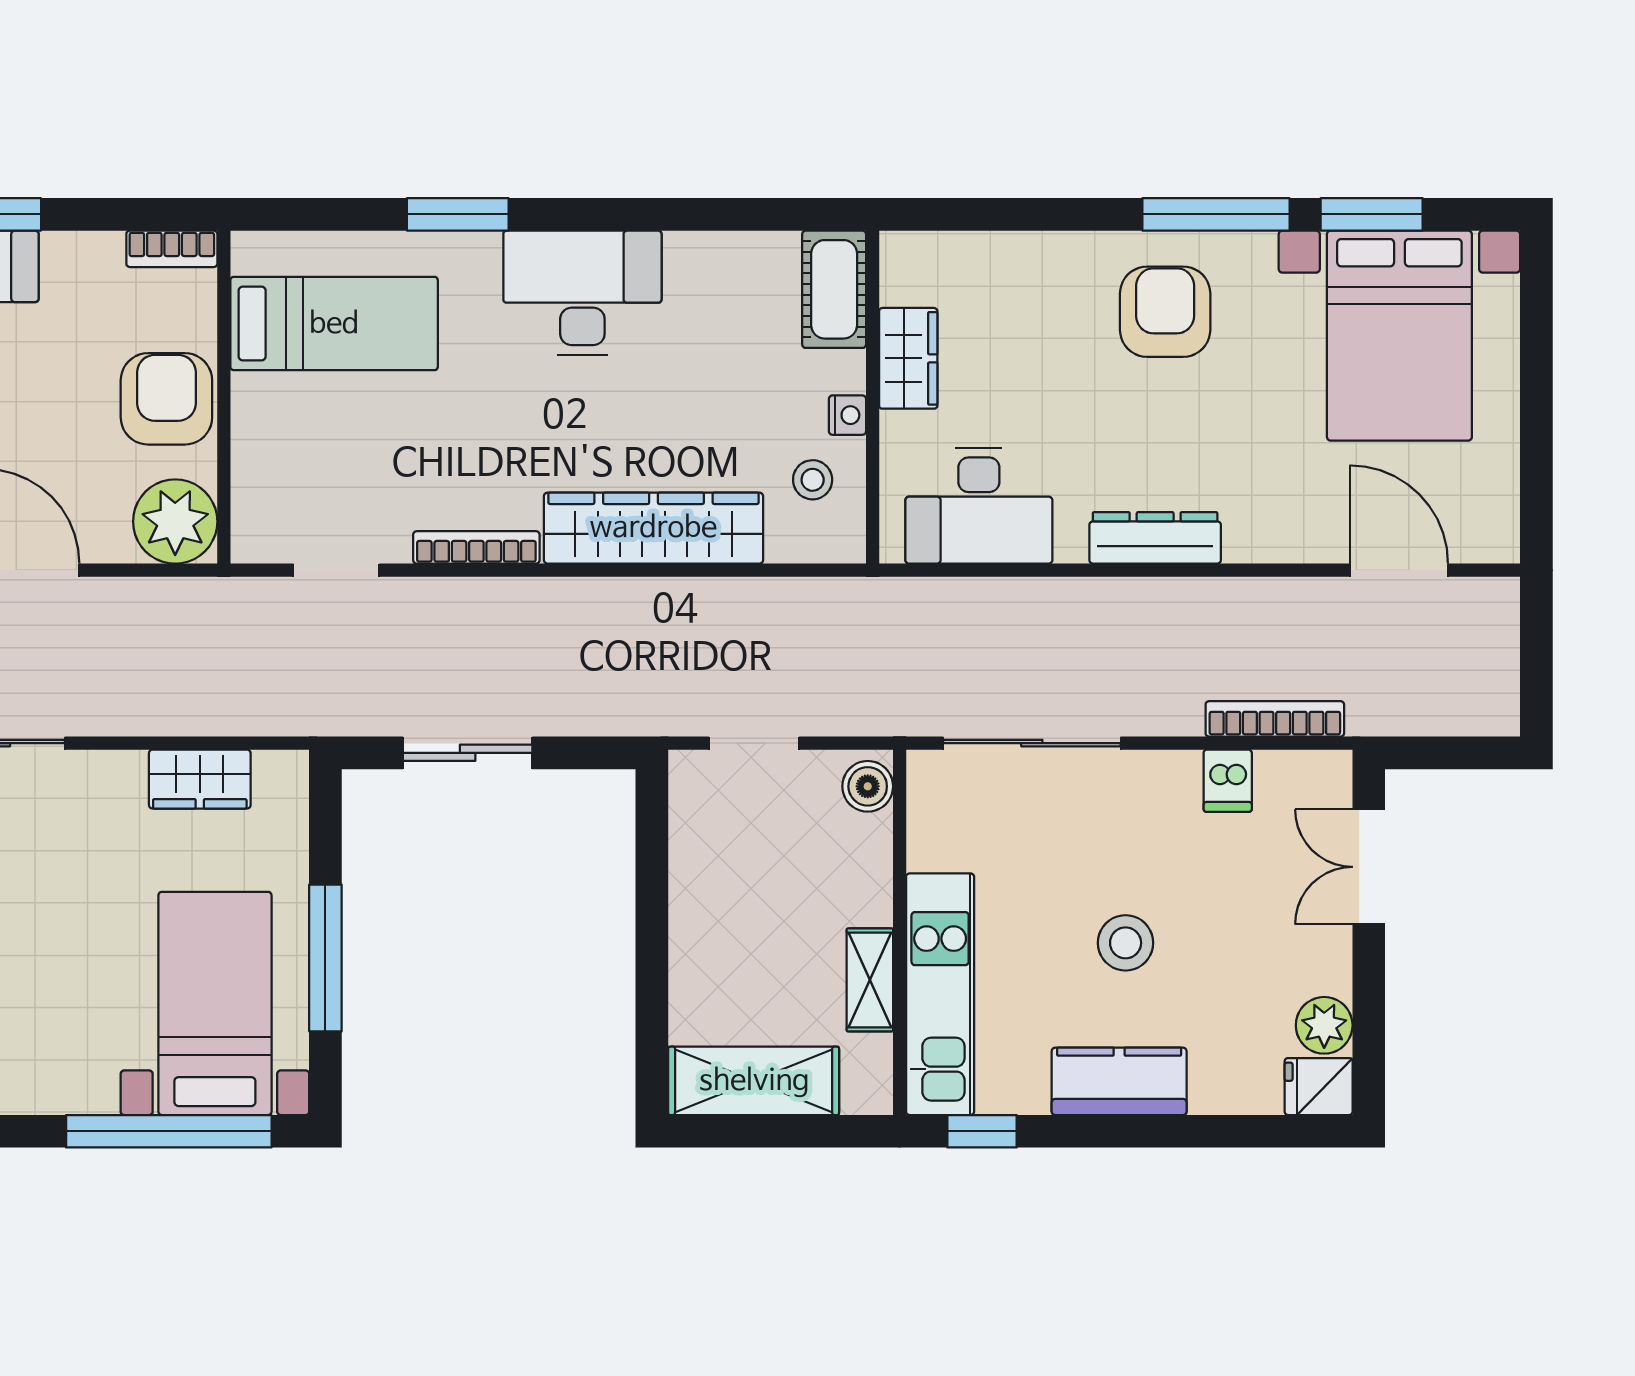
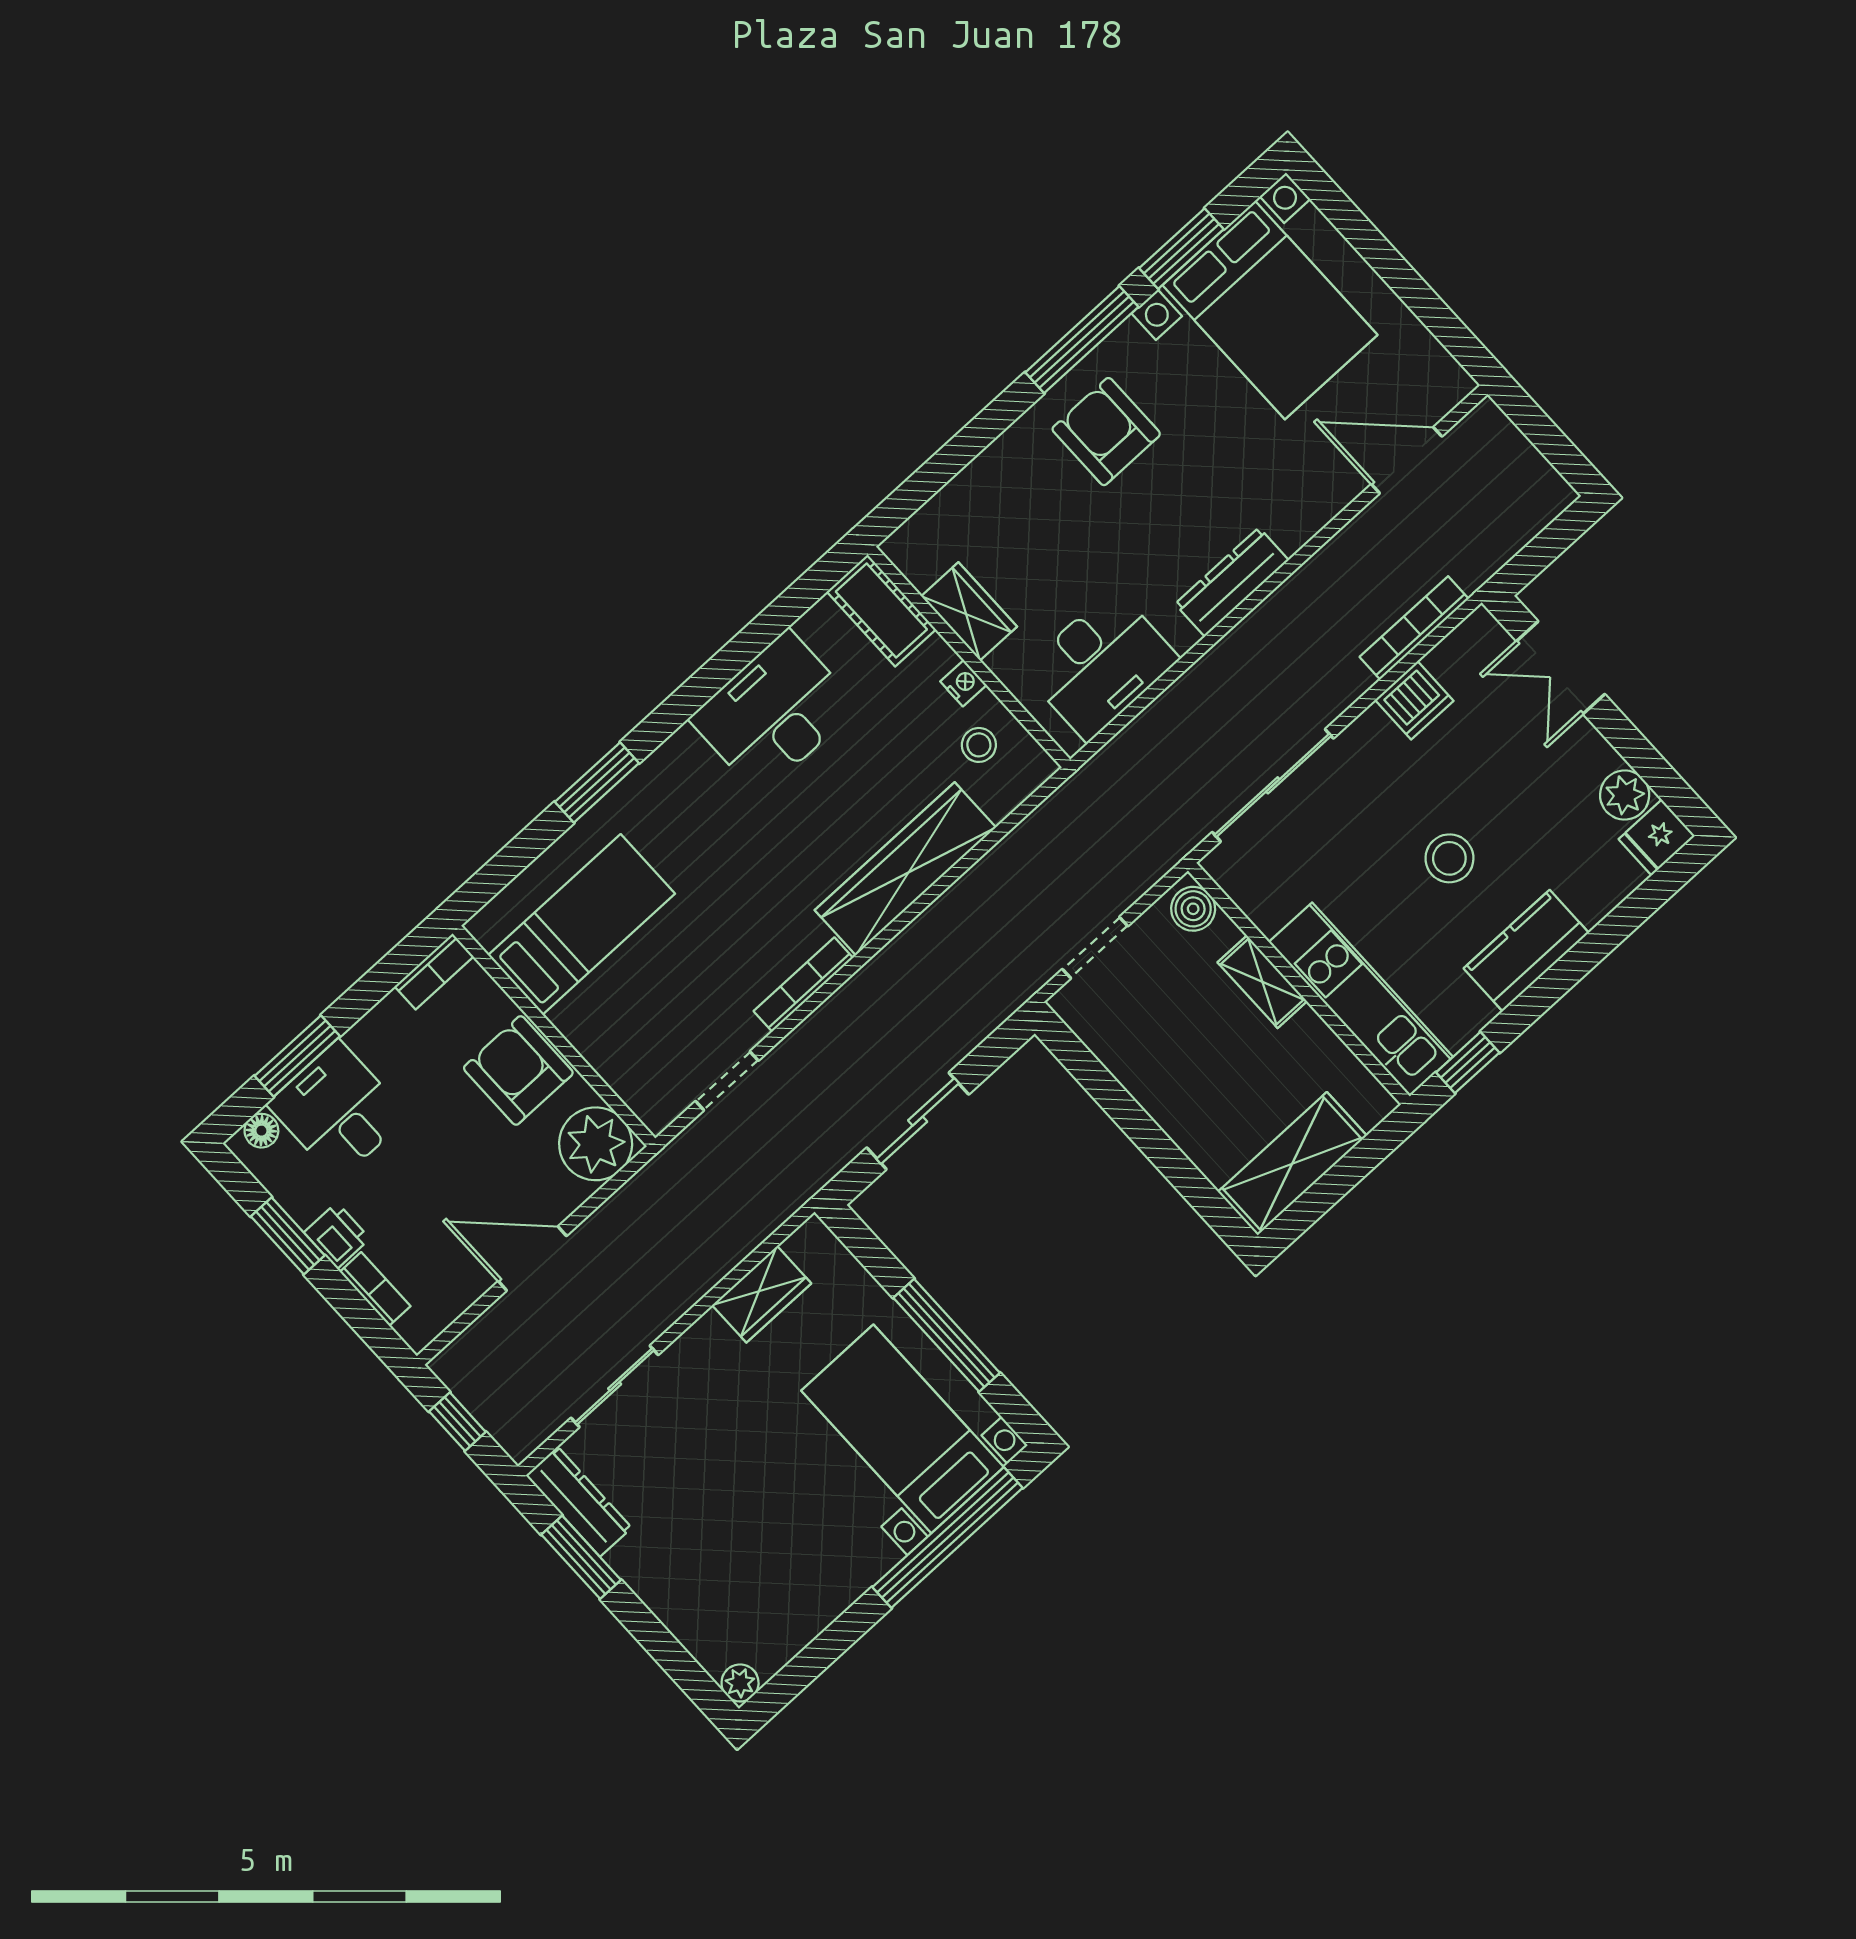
desk: (582, 293) -> (774, 713), moved
dishwasher: (1228, 781) -> (1414, 700), width x1.38
shelving: (870, 980) -> (1262, 982), moved

